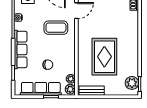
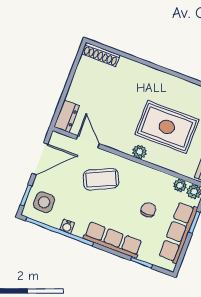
coffee table: (56, 28) -> (101, 179), turned 65
plant: (82, 45) -> (139, 152), added

